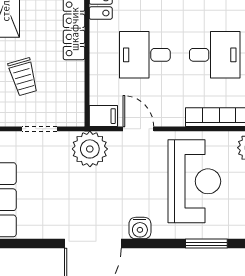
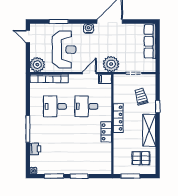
desk: (145, 55) -> (86, 106), turned 180
door: (138, 129) -> (89, 73), swing flipped
reception desk: (194, 181) -> (64, 50), turned 180

